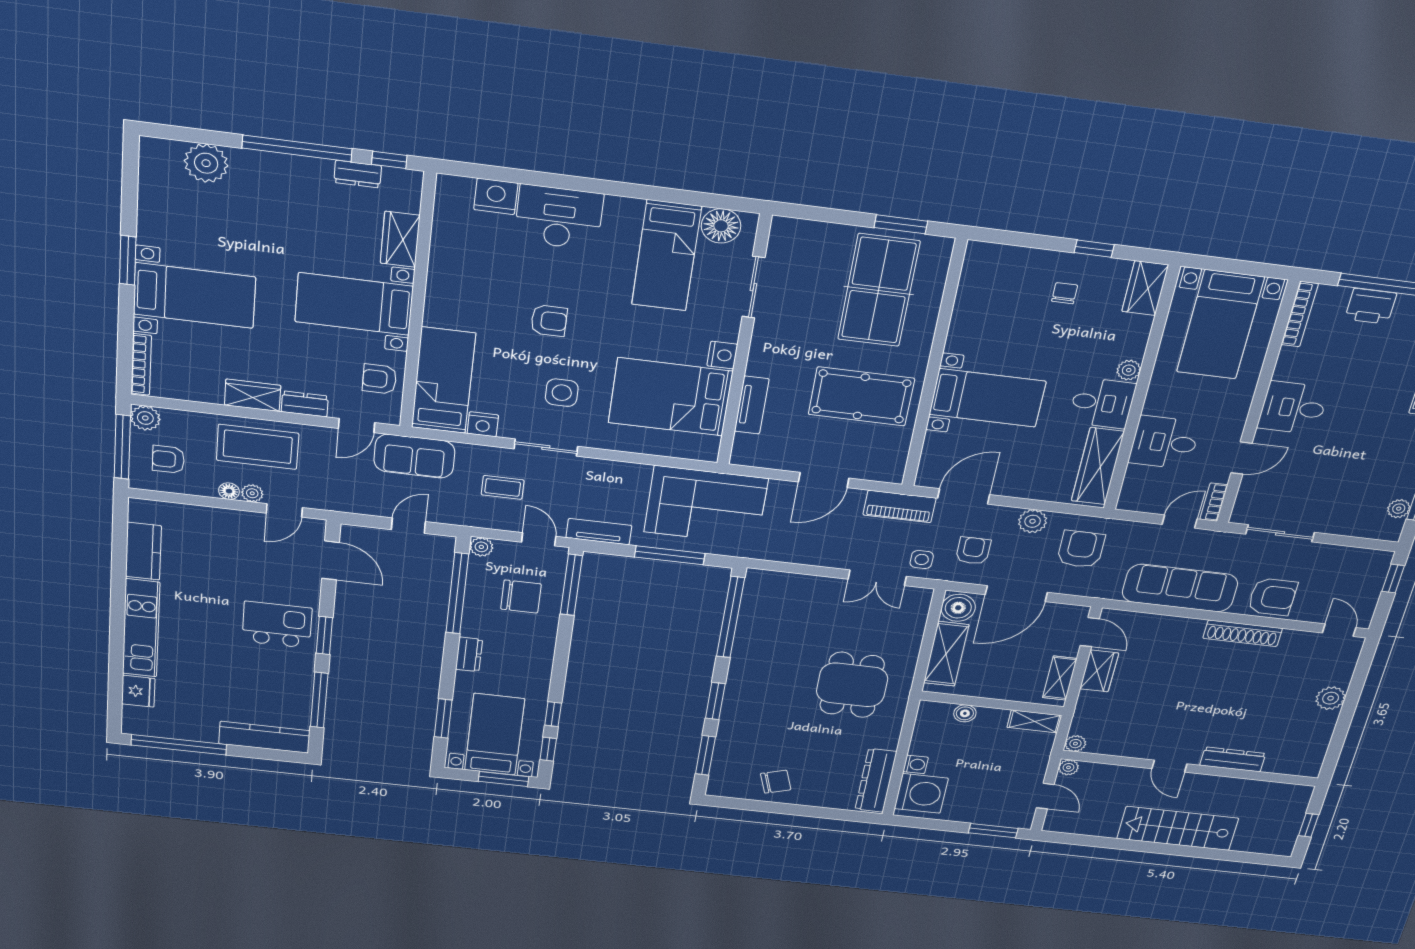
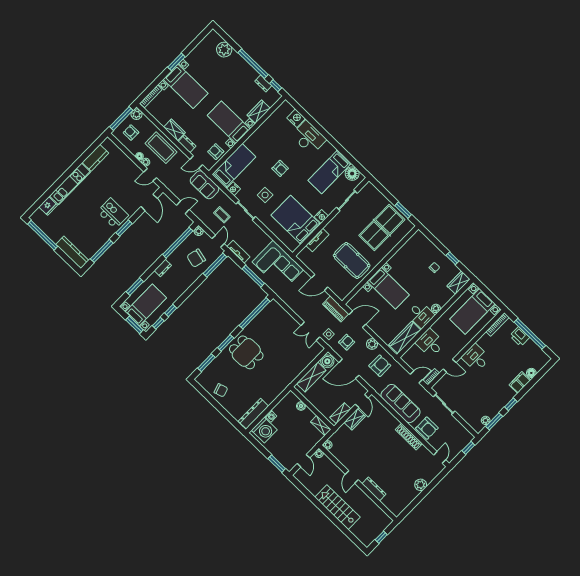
chair: (521, 597) -> (196, 258), turned 103
dining table: (852, 685) -> (246, 352), moved, turned 90

